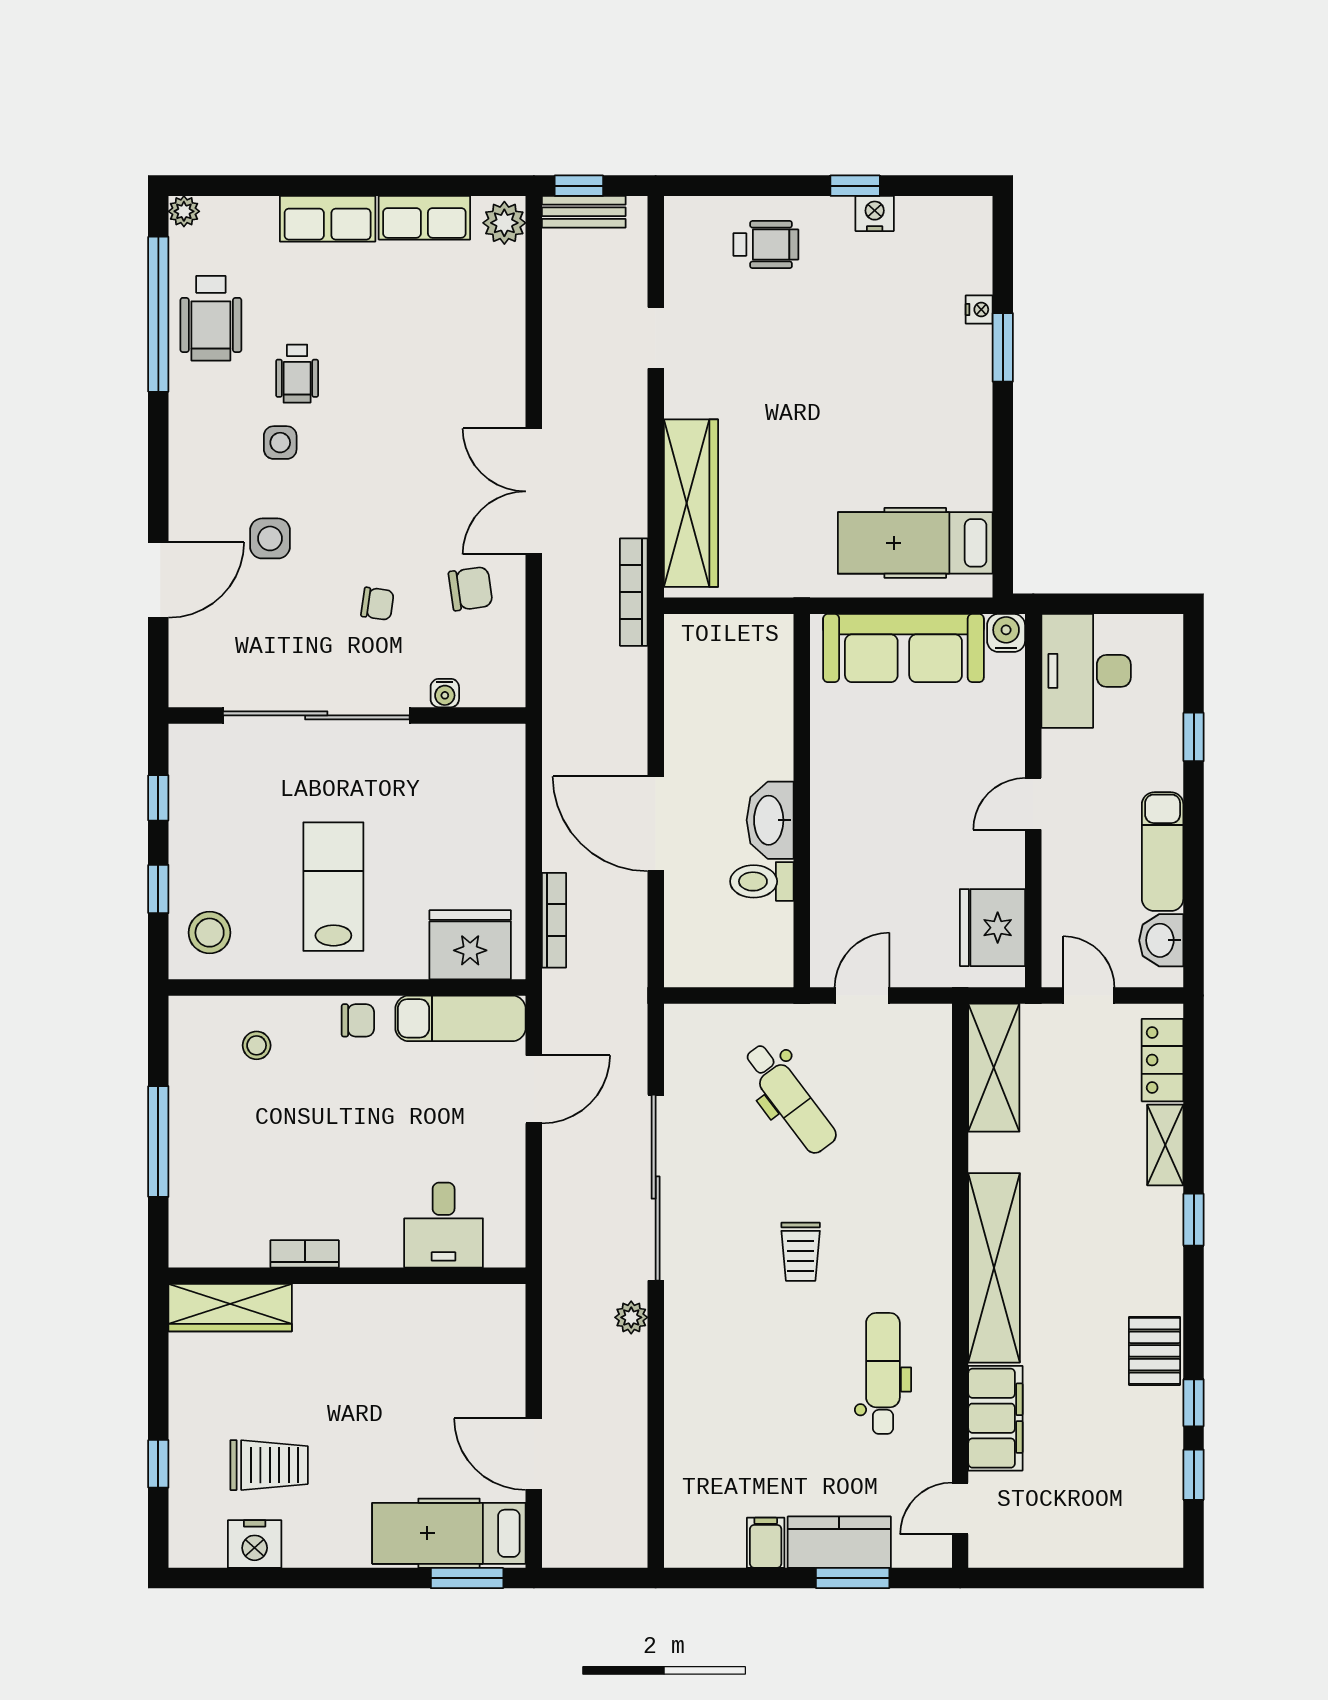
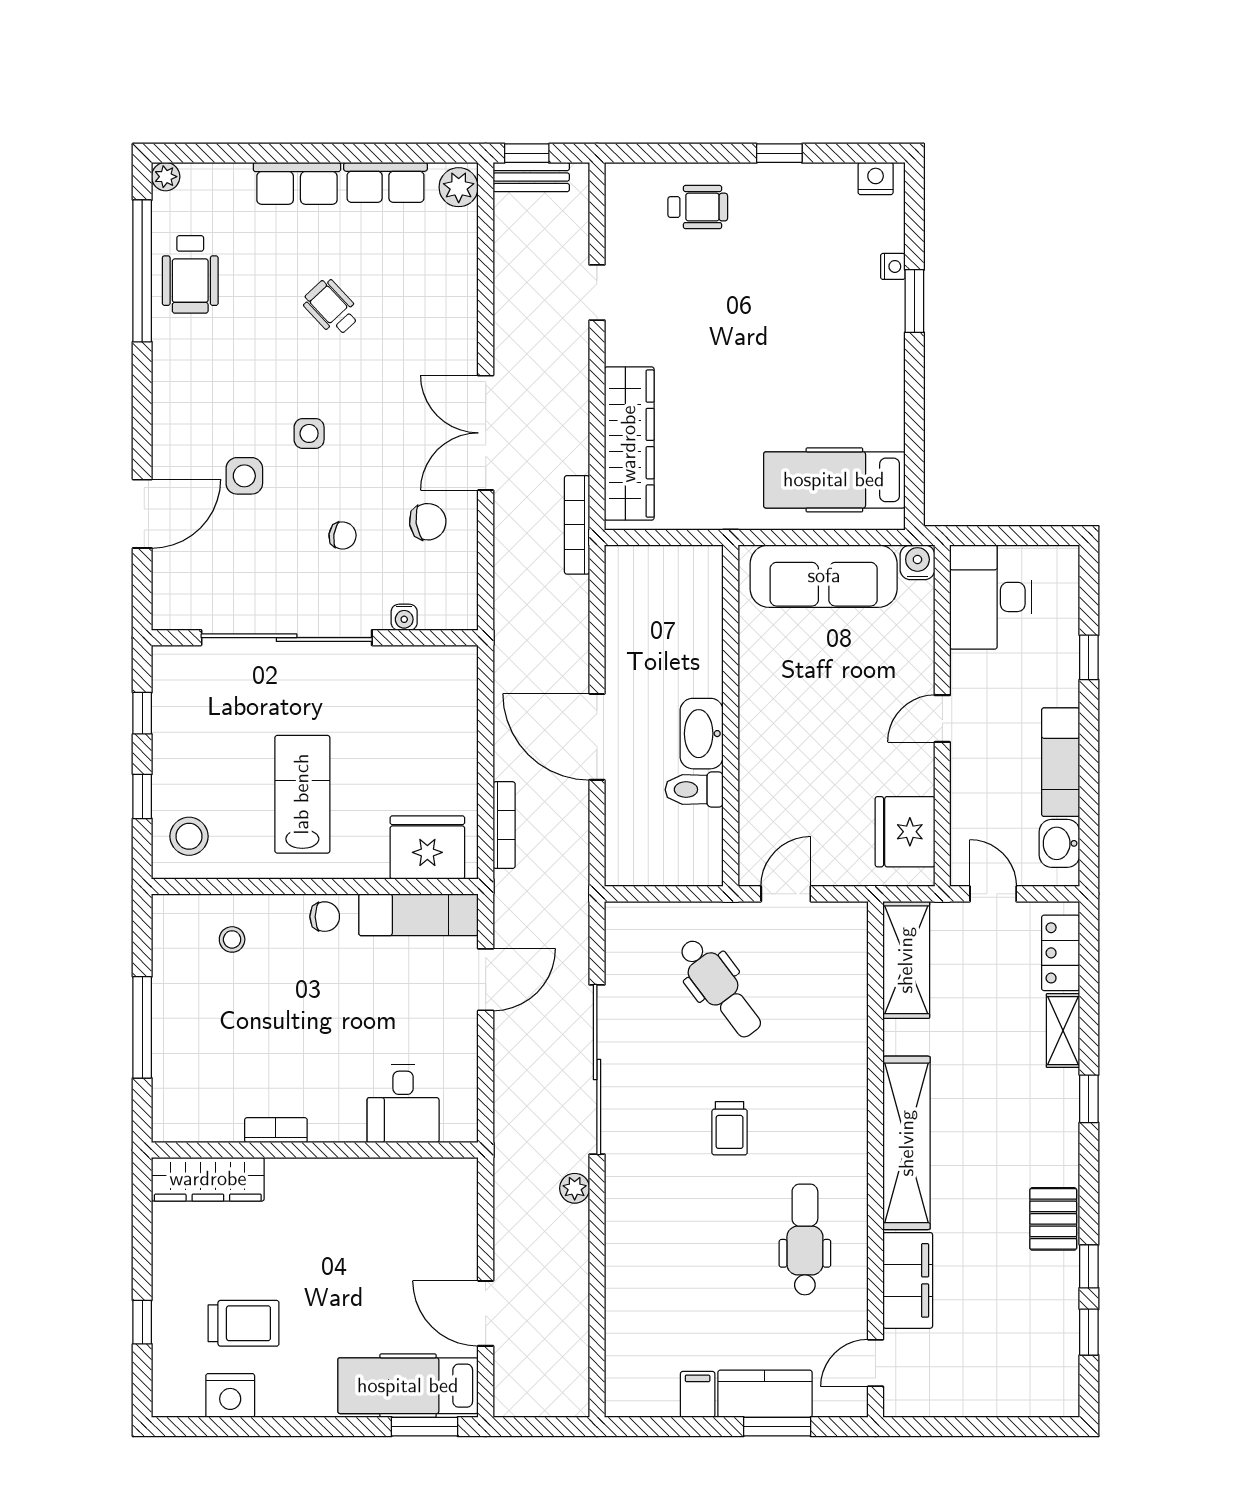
nightstand: (875, 213) -> (876, 179), moved
wheelchair: (297, 374) -> (331, 308), moved, turned 137
side table: (280, 443) -> (309, 433), moved

